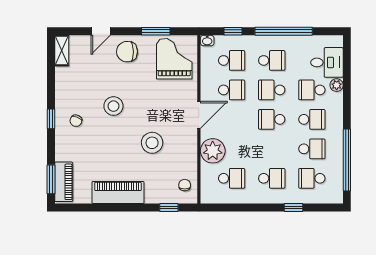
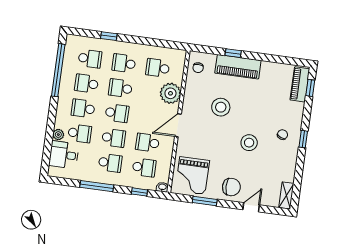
window: (284, 31) -> (97, 186), width x0.68
school desk: (232, 60) -> (144, 167), turned 180
school desk: (272, 60) -> (110, 163), turned 180
school desk: (272, 149) -> (120, 88), added
window: (51, 179) -> (310, 88), width x0.67
piano: (118, 192) -> (238, 67), moved
window: (169, 208) -> (233, 53), moved

